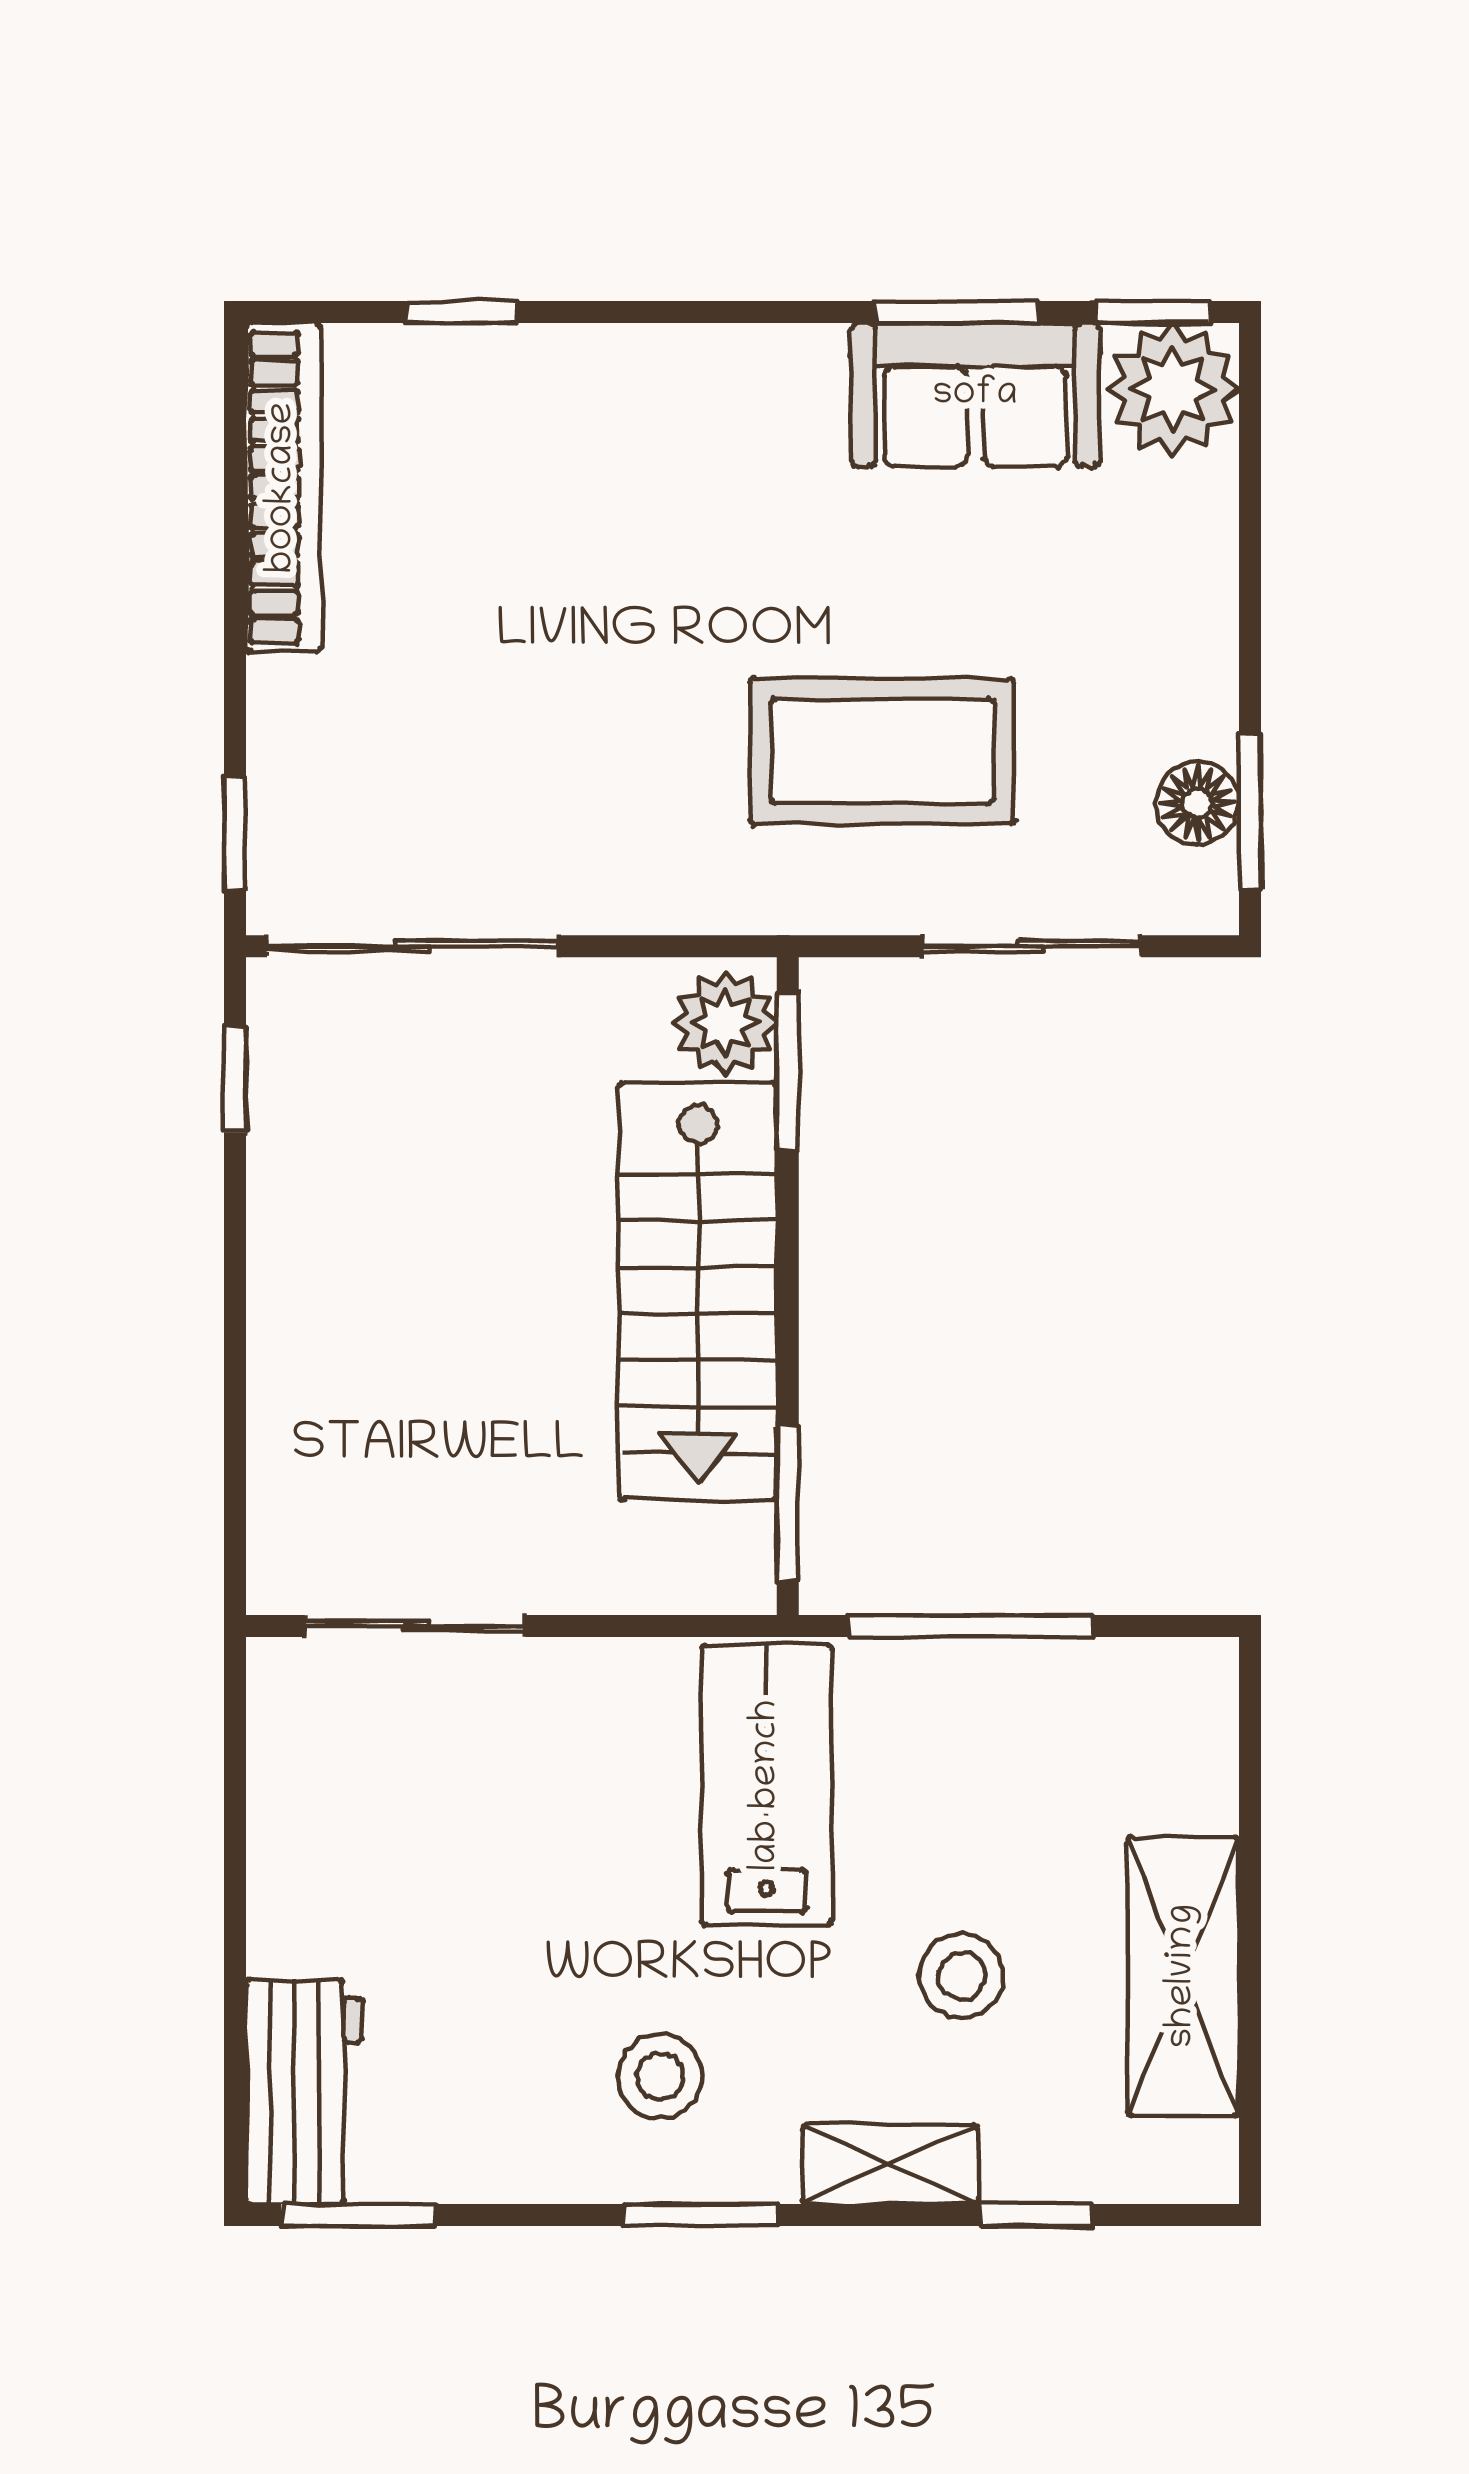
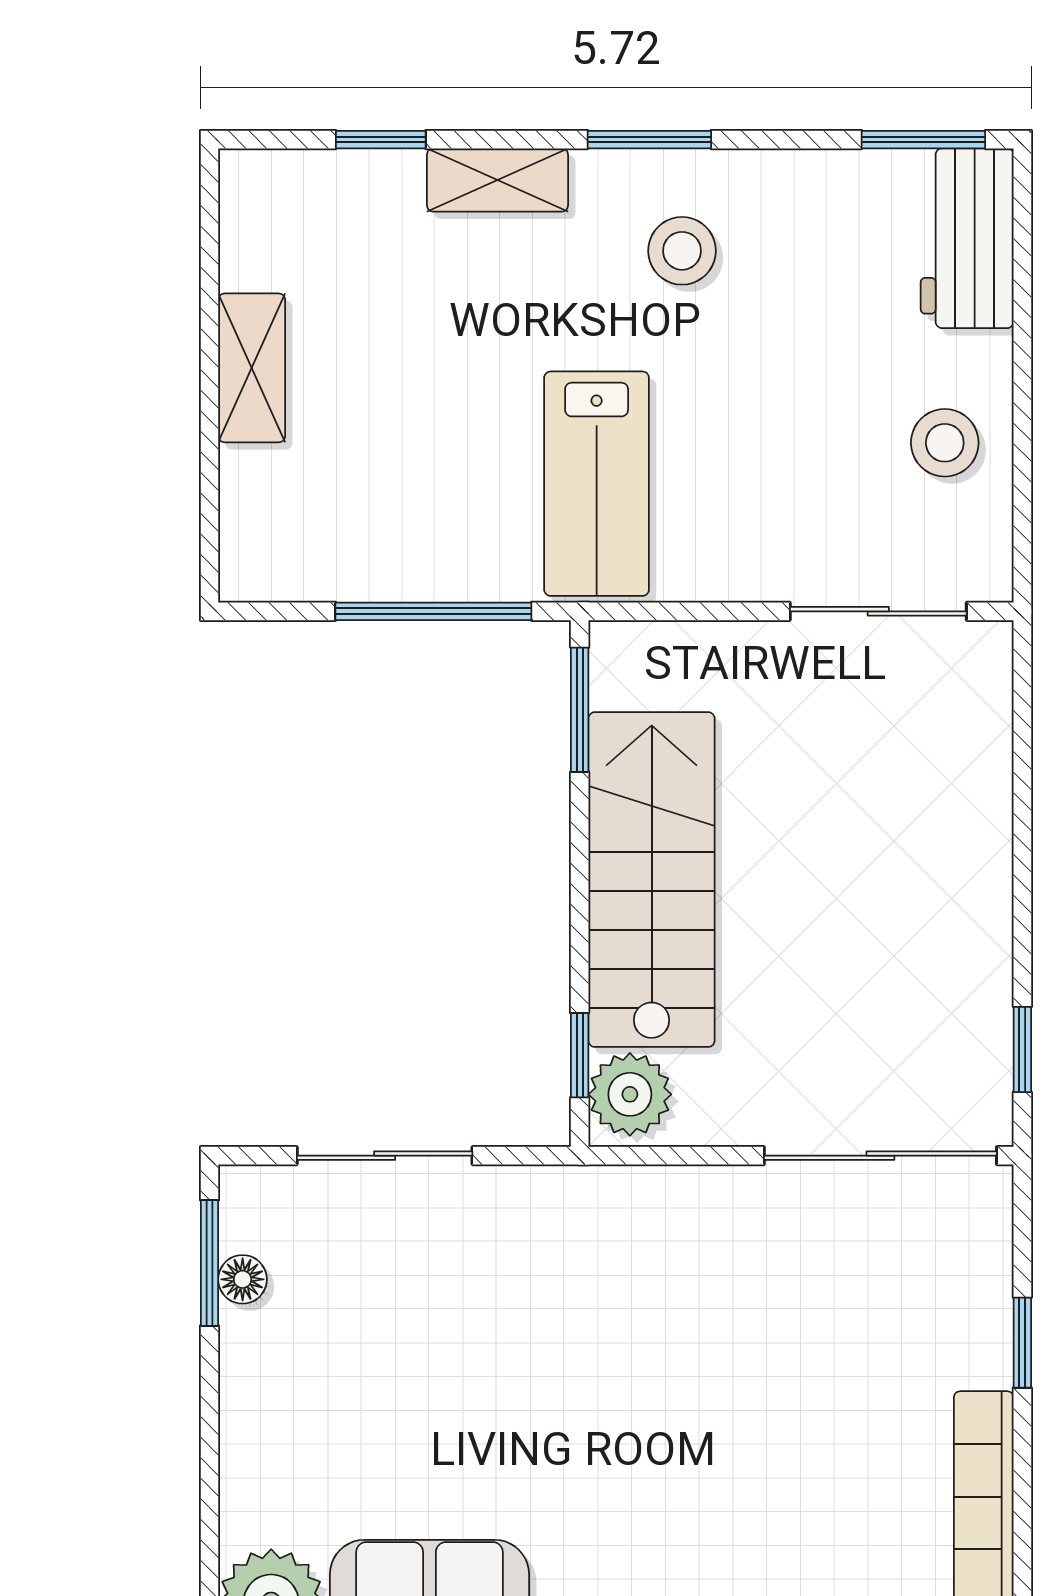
coffee table: (882, 751) -> (504, 1312), removed
floor lamp: (1197, 803) -> (243, 1279), width x0.73, depth x0.73
window: (235, 832) -> (1022, 1343), moved
window: (788, 1072) -> (580, 1055), width x0.67
stool: (962, 1976) -> (945, 443), moved
shelving: (1183, 1976) -> (252, 368), width x0.67, depth x0.75

